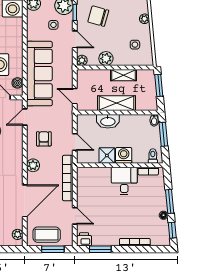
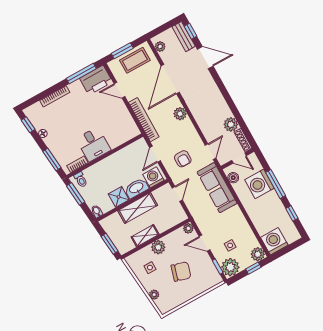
chair: (98, 16) -> (181, 272), moved
plant: (106, 59) -> (158, 247), moved
sofa: (39, 74) -> (217, 188), width x0.74, depth x0.79
door: (75, 96) -> (177, 194), hinge flipped
window: (163, 134) -> (76, 194), moved
armchair: (44, 139) -> (183, 159), moved
door: (75, 142) -> (155, 154), hinge flipped
washing machine: (124, 155) -> (153, 177), moved, turned 180
shower: (107, 156) -> (119, 197), moved
window: (170, 201) -> (52, 159), moved
printer: (84, 239) -> (96, 80), width x1.87, depth x1.48
window: (100, 249) -> (81, 74), width x1.44

